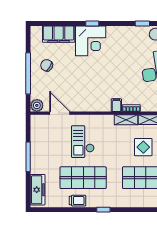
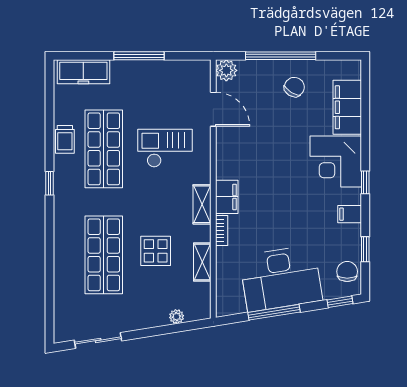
window: (92, 24) -> (365, 182), moved
filing cabinet: (122, 33) -> (350, 214), added
filing cabinet: (116, 105) -> (227, 197), width x2.00
door: (60, 113) -> (213, 109), hinge flipped
shelving: (126, 120) -> (202, 204), moved

